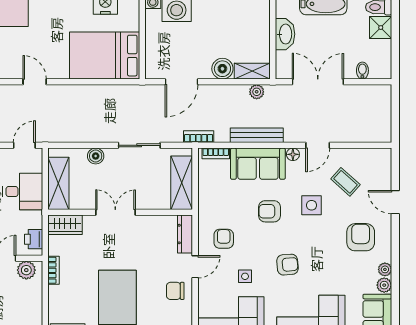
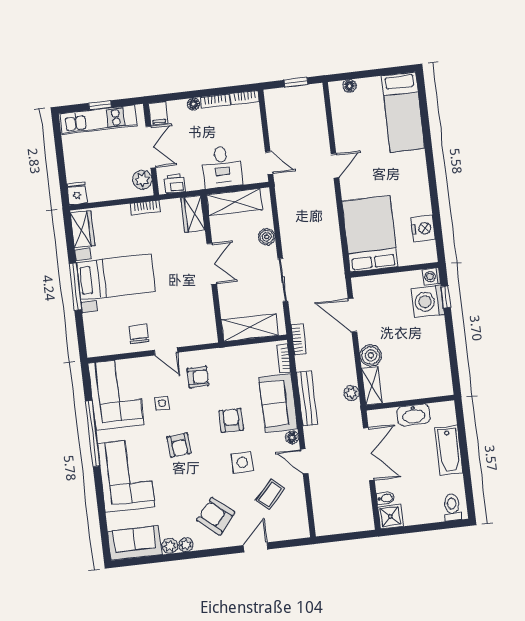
shower: (381, 28) -> (390, 516), moved
dresser: (185, 234) -> (198, 337), removed
armchair: (361, 237) -> (216, 516), turned -140

